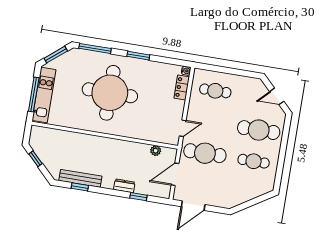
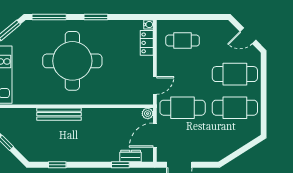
plant: (156, 151) -> (148, 114), moved
cafe table: (254, 161) -> (235, 108), width x1.37, depth x1.35
bench: (80, 178) -> (59, 114), moved
dresser: (124, 186) -> (131, 156), moved

